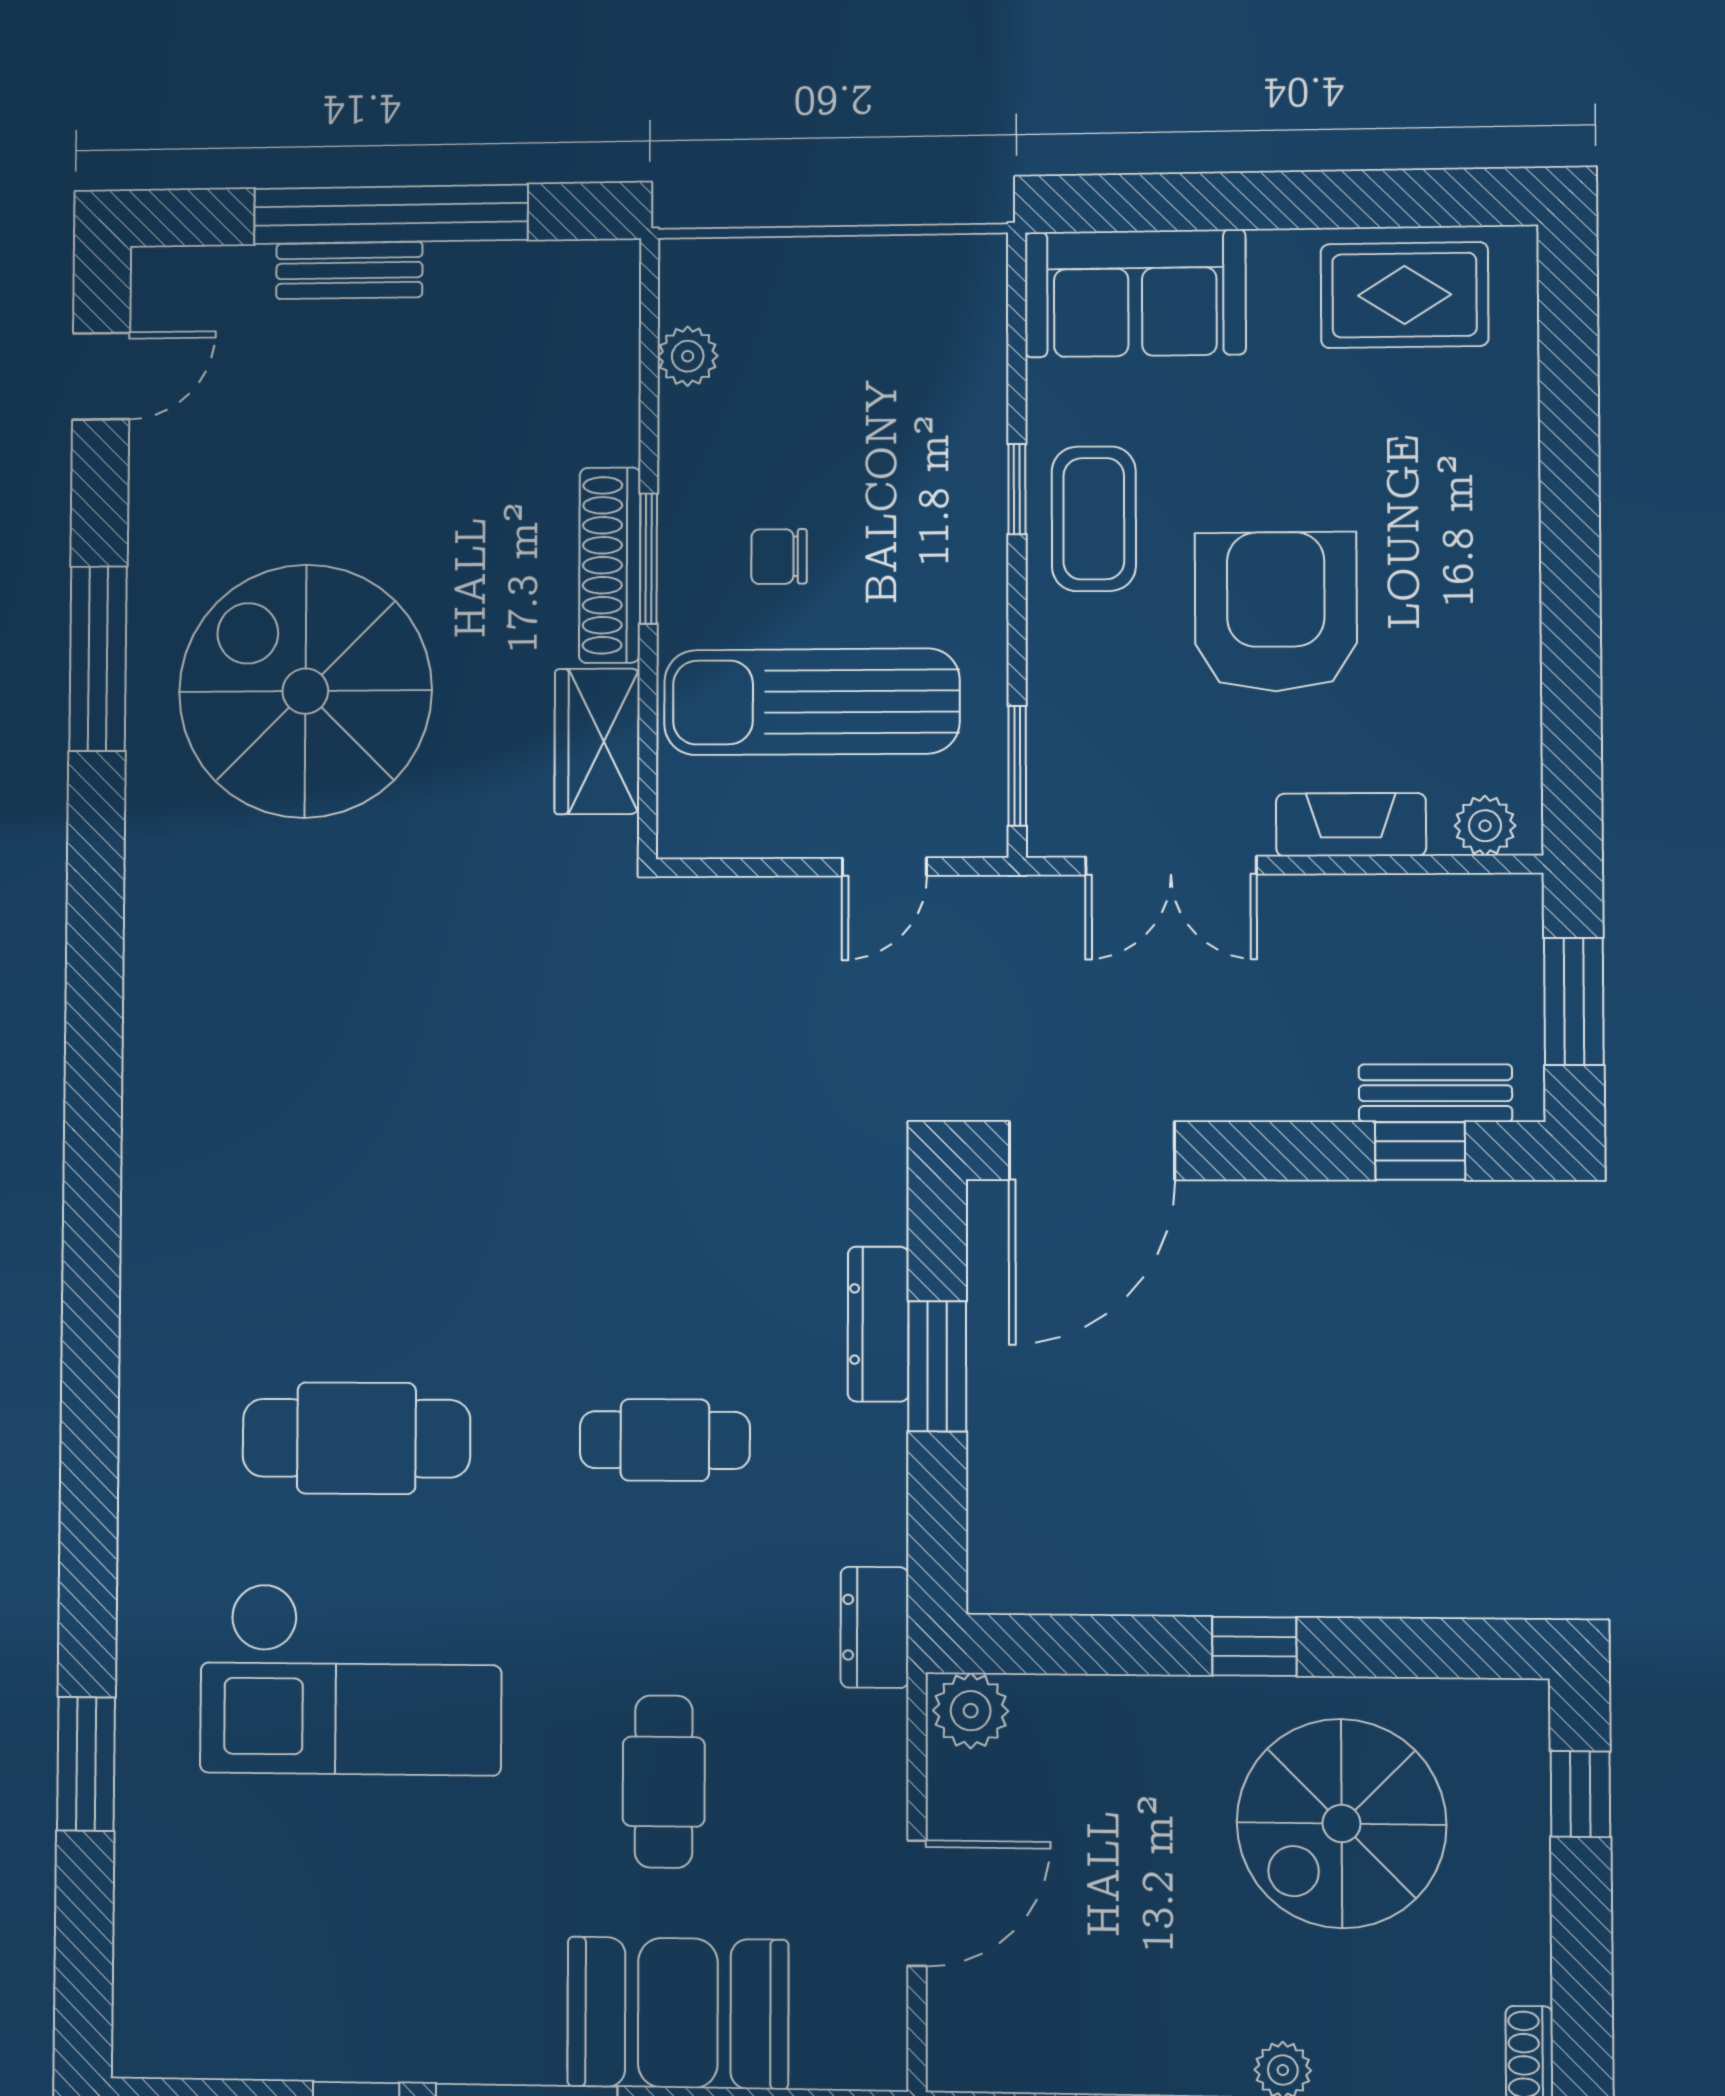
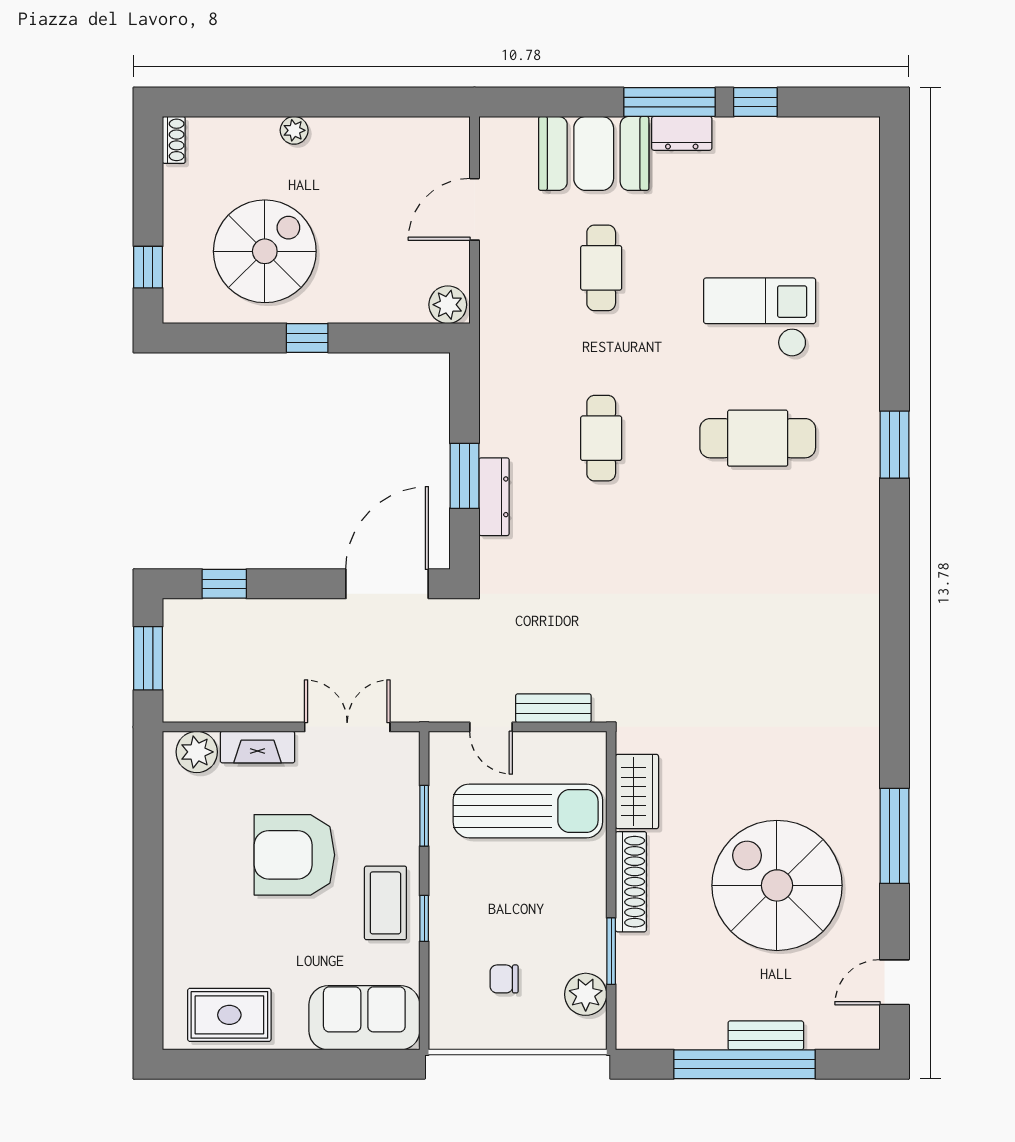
plant: (688, 356) -> (586, 994), width x1.38, depth x1.38
chair: (779, 557) -> (504, 979), moved, turned 180
window: (648, 559) -> (611, 951), moved
armchair: (1276, 612) -> (294, 855), turned 90
spiral stairs: (305, 691) -> (777, 885), moved, turned 180
window: (1017, 766) -> (424, 816), moved
plant: (1485, 826) -> (197, 752), width x1.38, depth x1.38
door: (884, 867) -> (491, 727), swing flipped
bench: (1435, 1093) -> (553, 708), moved
cafe table: (665, 1440) -> (601, 438), turned 90
dresser: (875, 1627) -> (682, 133), moved, turned 90
checkout: (351, 1679) -> (760, 317), width x0.73, depth x0.83
window: (86, 1764) -> (894, 445), moved

